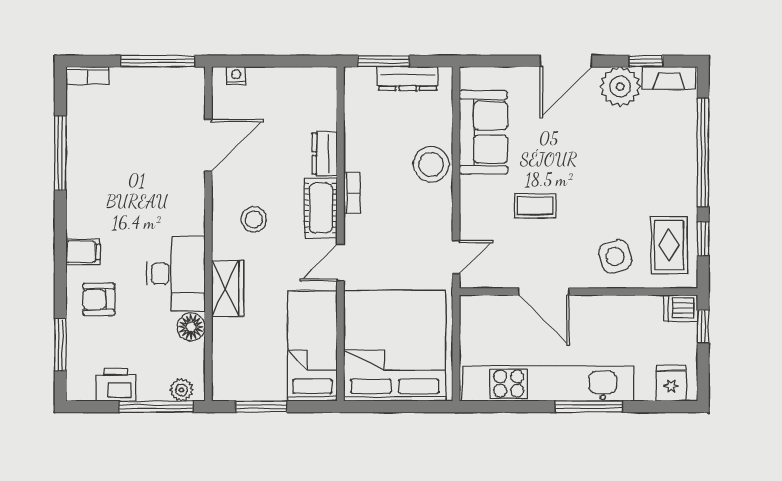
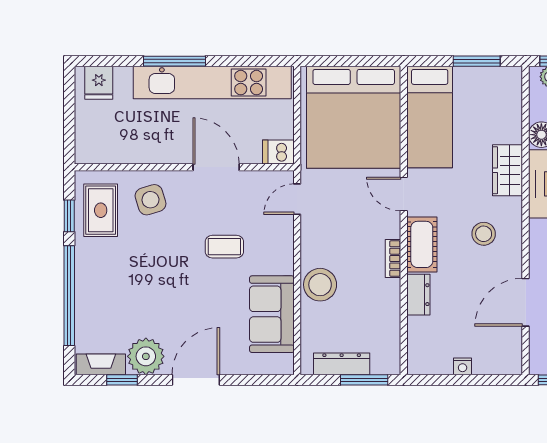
nightstand: (236, 76) -> (463, 366), moved
door: (340, 263) -> (404, 194), swing flipped
dishwasher: (681, 308) -> (278, 152), moved, turned 180
window: (703, 326) -> (69, 135), removed

